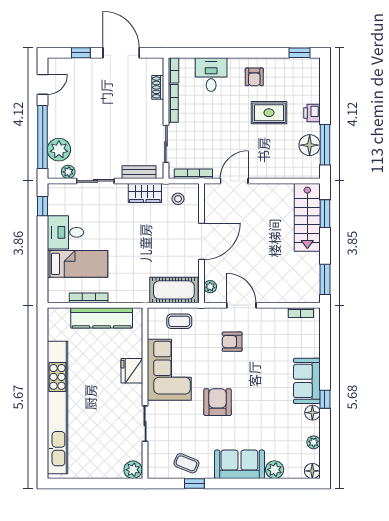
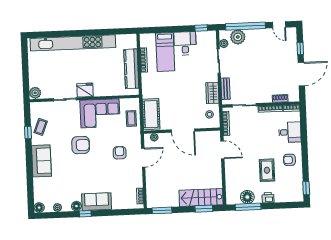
fridge: (132, 371) -> (85, 90), moved
plant: (275, 470) -> (39, 183), removed

